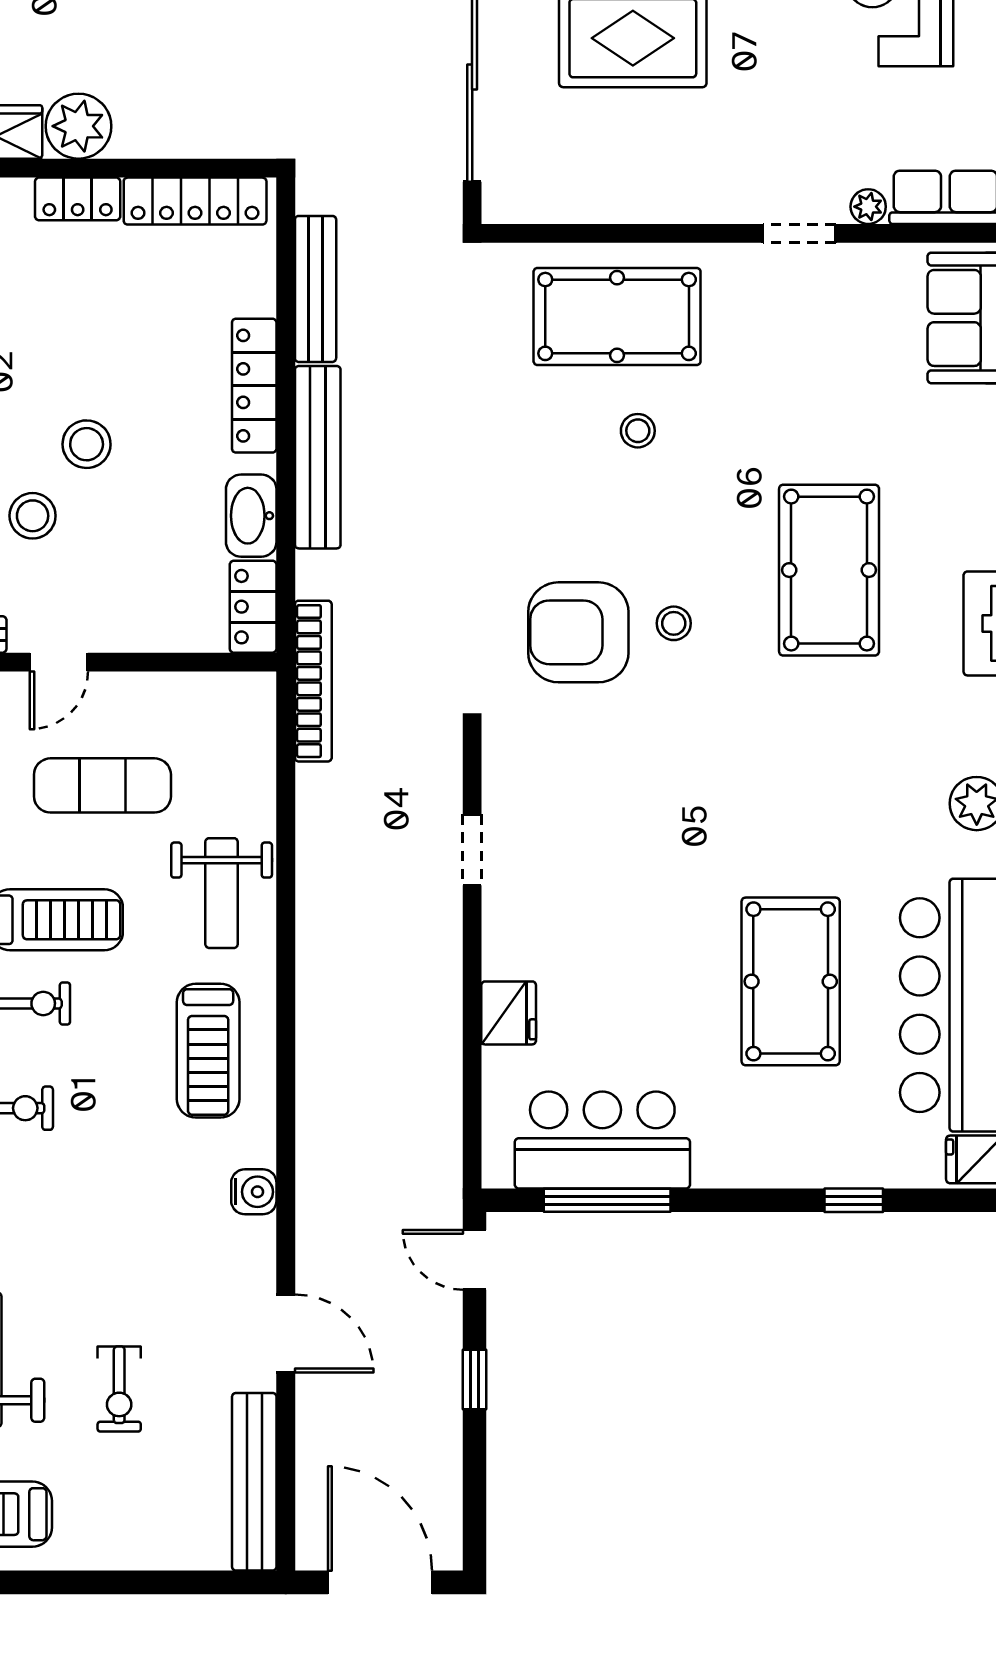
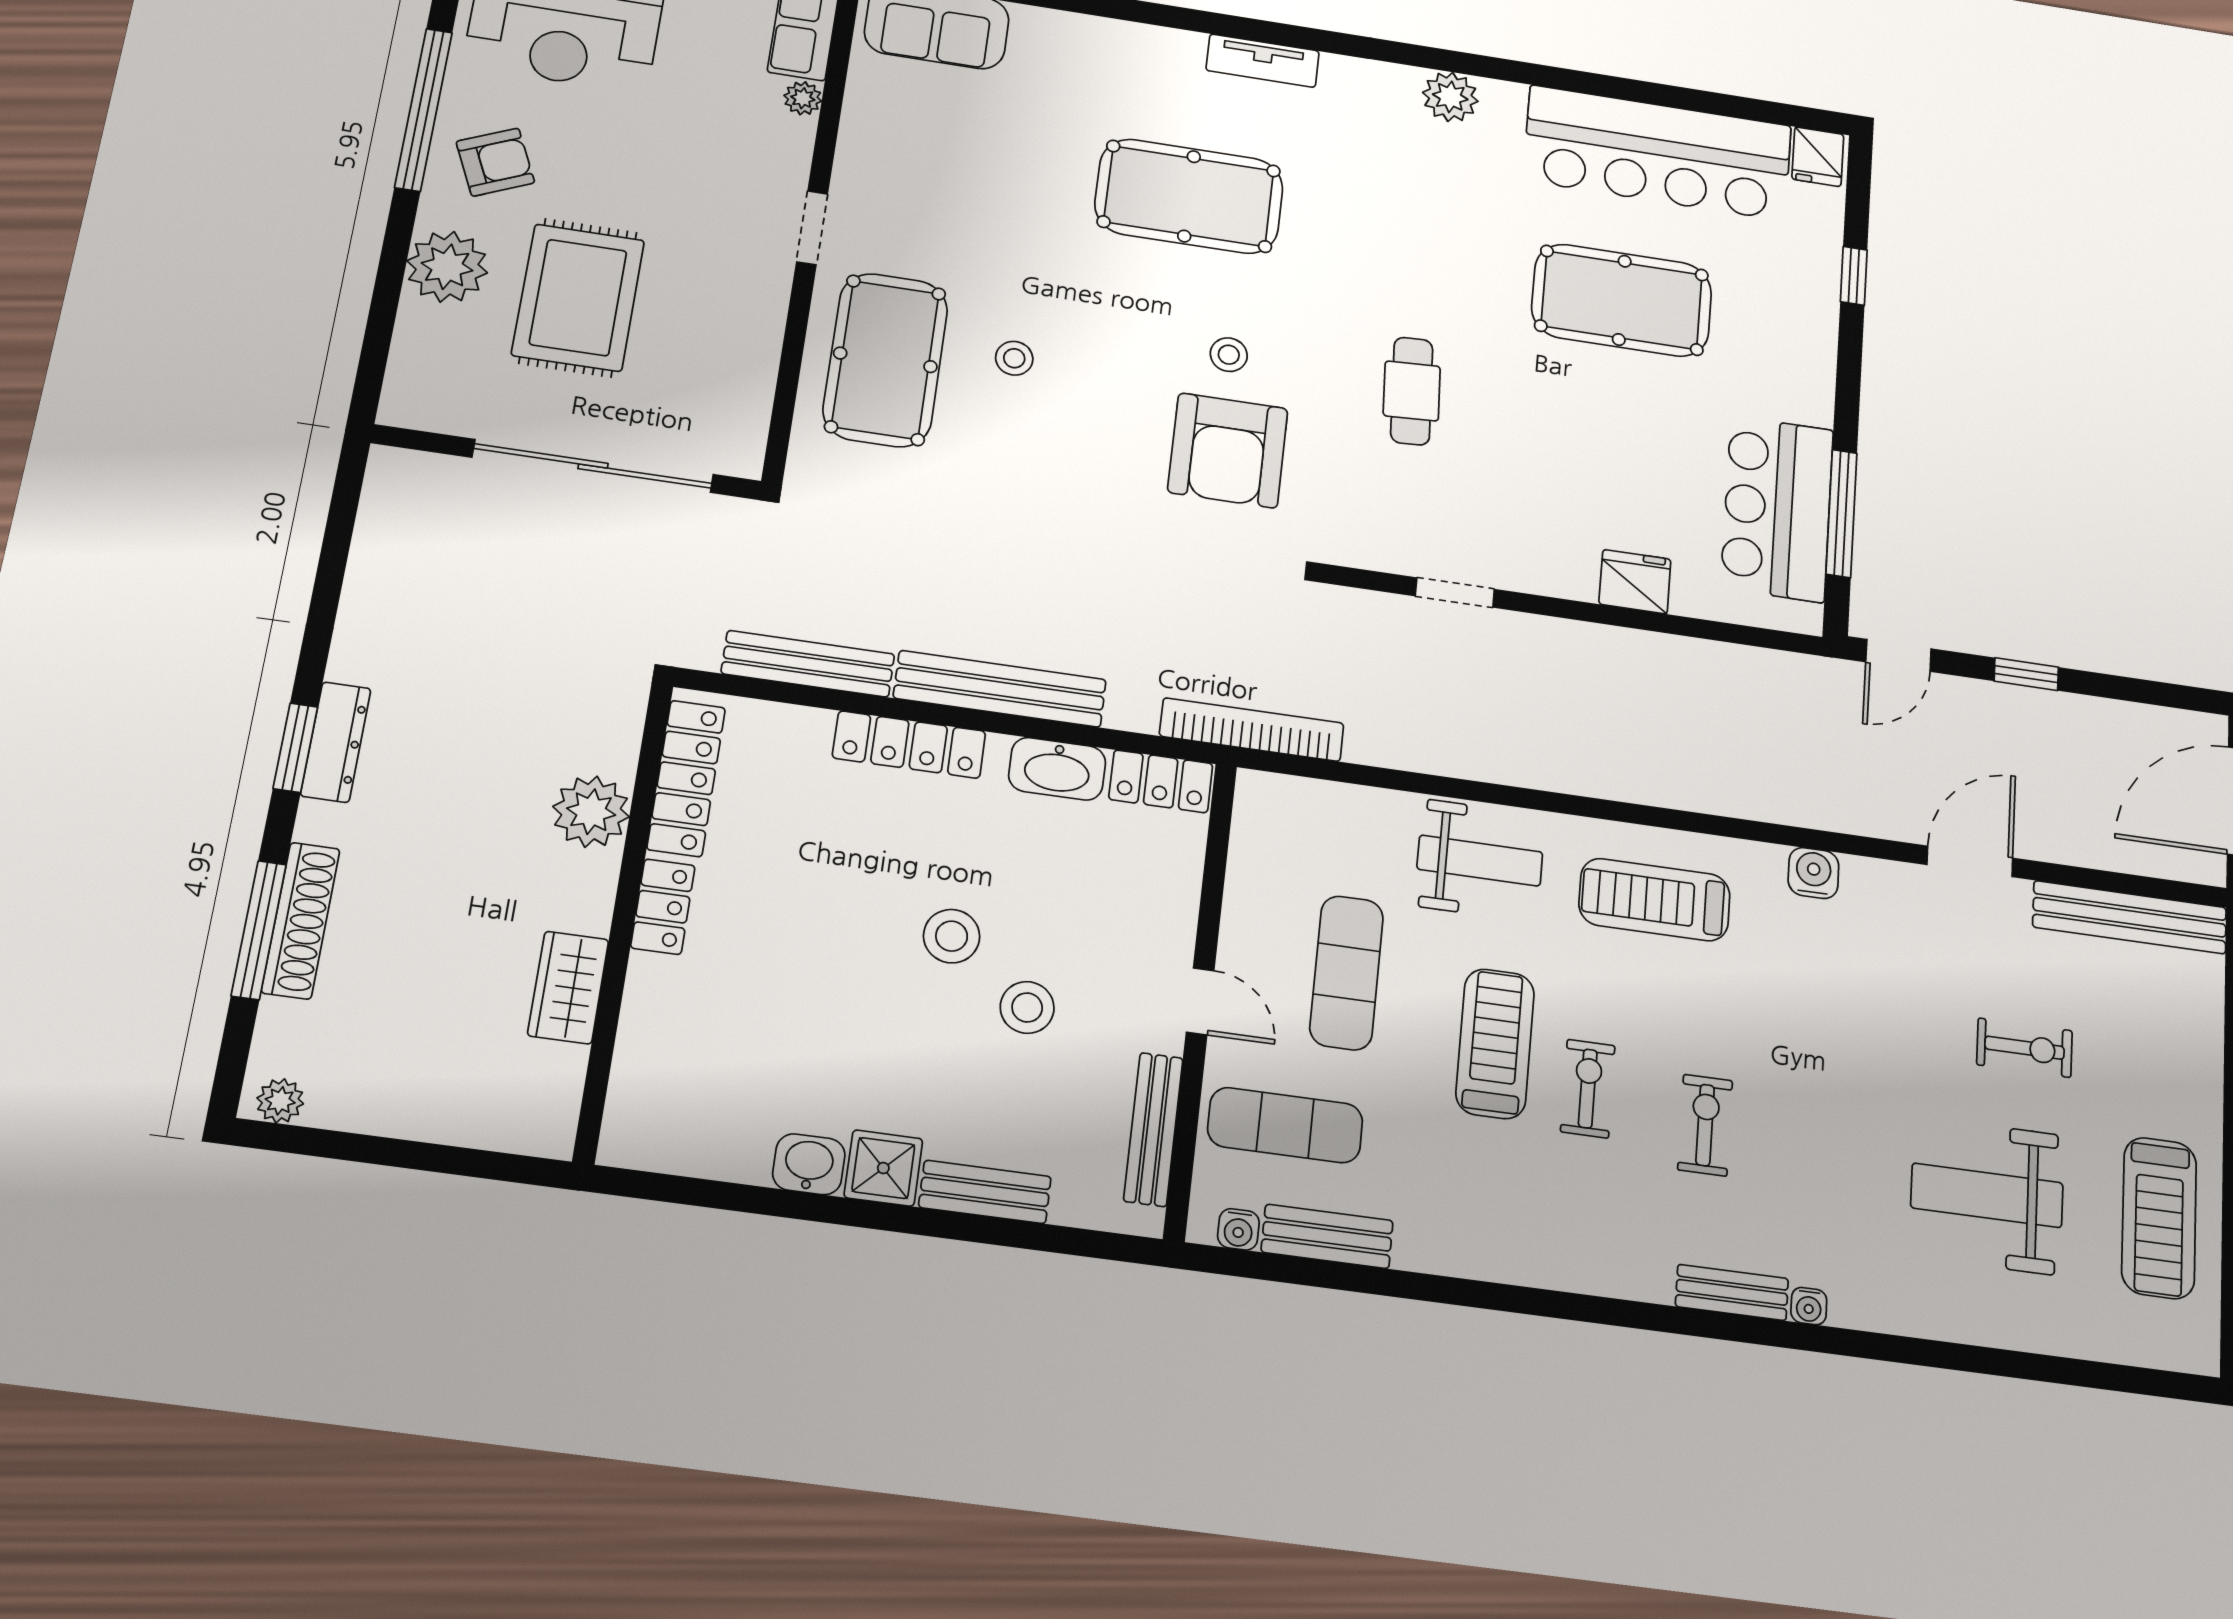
plant: (79, 126) -> (591, 812), moved
doorway: (799, 233) -> (812, 228), moved
cafe table: (665, 794) -> (1412, 391), added
treadmill: (208, 1051) -> (1655, 900), turned 180

